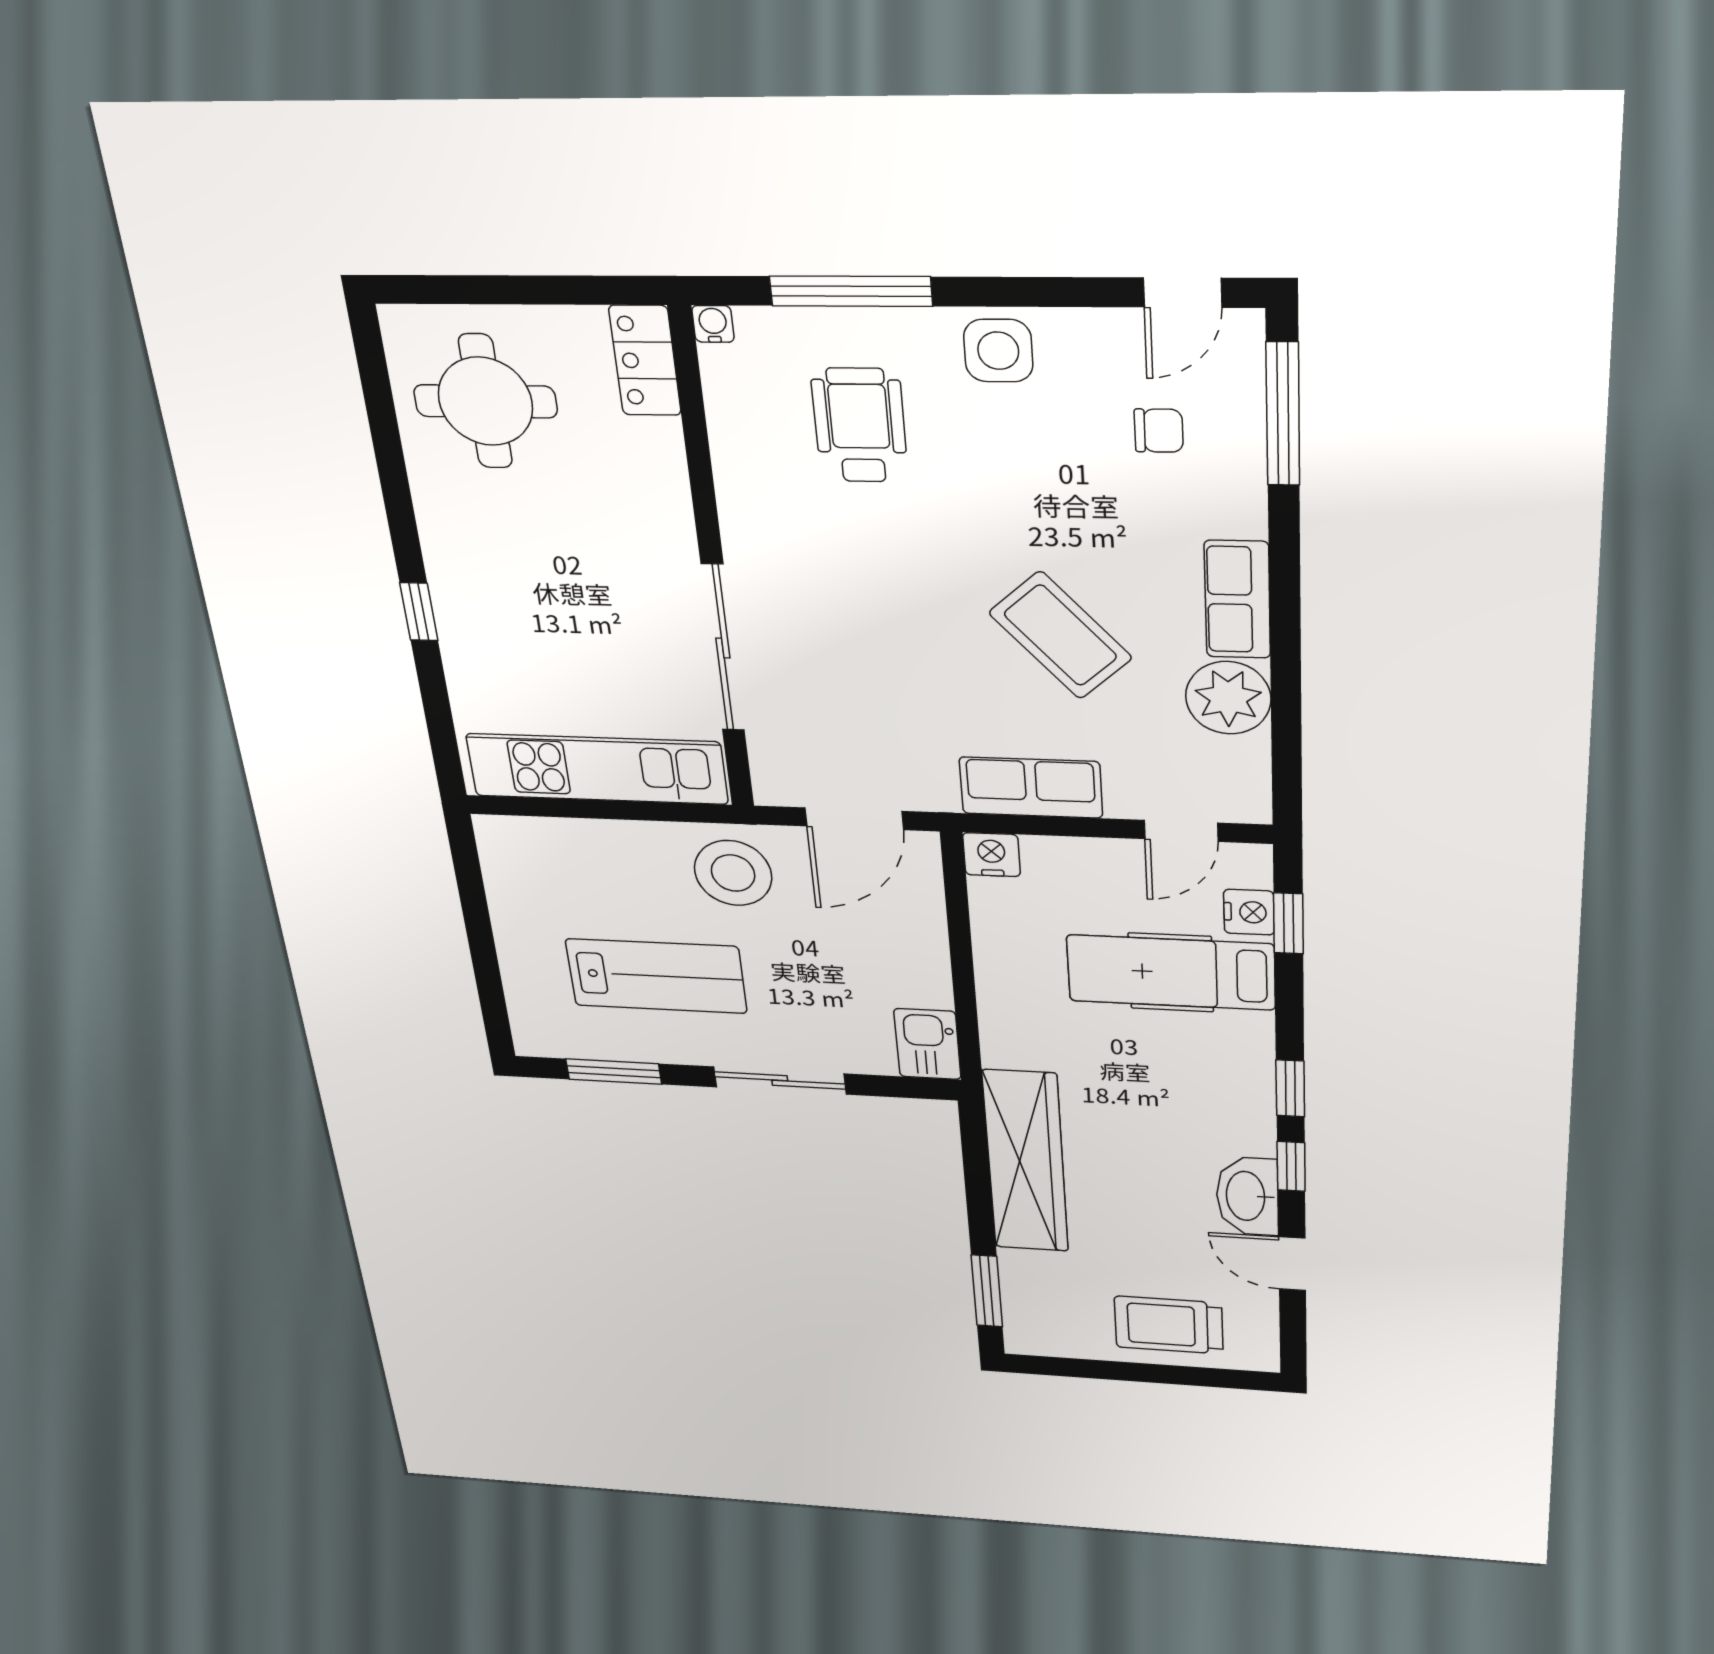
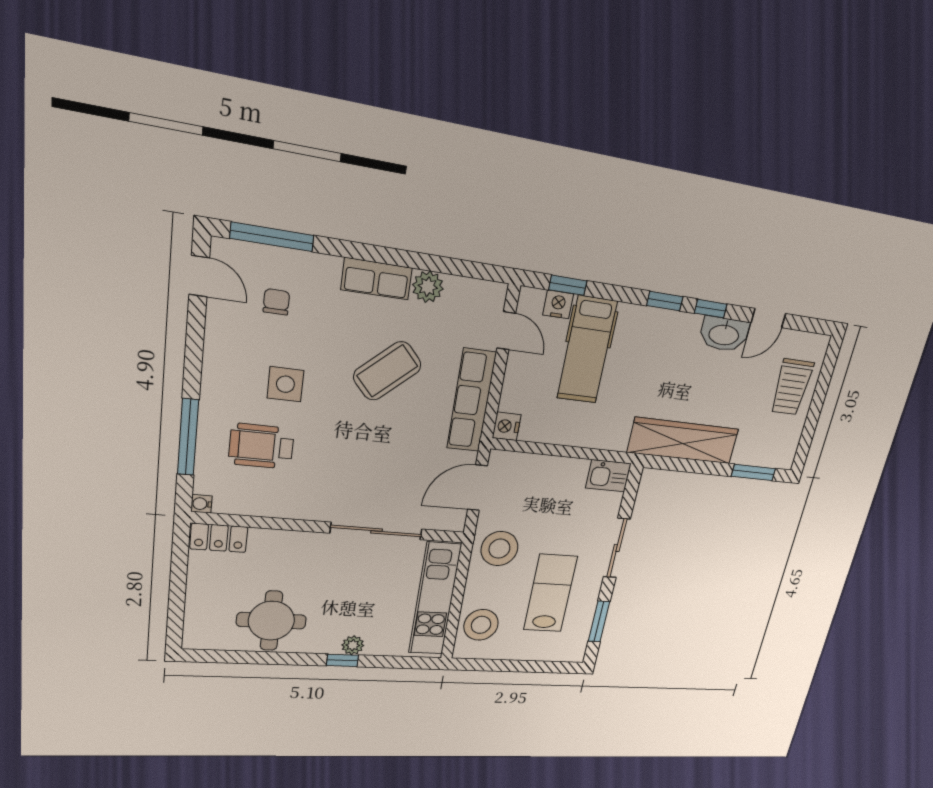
side table: (998, 351) -> (285, 384), moved
round table: (485, 401) -> (271, 621), moved
plant: (458, 628) -> (353, 645), added
plant: (1228, 698) -> (428, 287), width x0.73, depth x0.73
row of seats: (1031, 788) -> (471, 401), width x1.48
door: (854, 819) -> (477, 488), swing flipped
stool: (558, 860) -> (481, 625), added

